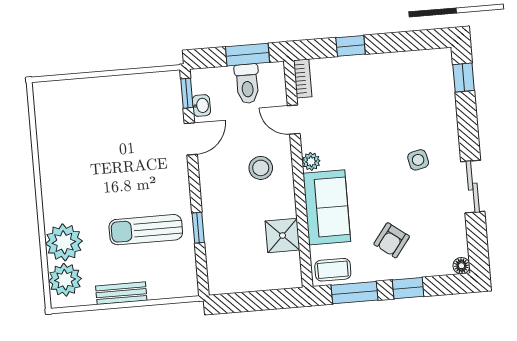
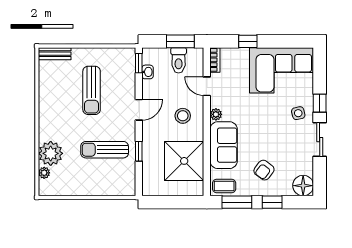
window: (464, 77) -> (320, 103), moved
corner sofa: (406, 86) -> (282, 70), added
door: (191, 139) -> (139, 110), moved
sun lounger: (118, 141) -> (92, 90), added
side table: (418, 160) -> (298, 113), moved
shower: (282, 235) -> (184, 161), width x1.86, depth x1.86
floor lamp: (461, 266) -> (303, 186), width x1.89, depth x1.89
plant: (65, 280) -> (44, 173), width x0.53, depth x0.53
bench: (121, 293) -> (55, 54), moved

